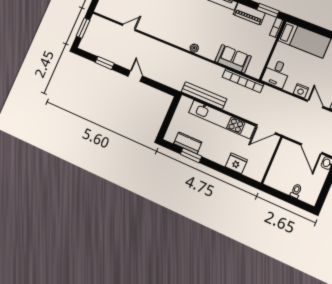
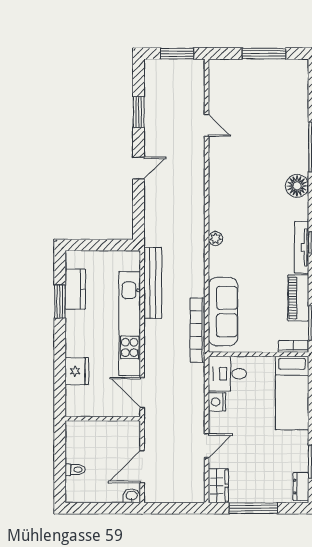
sofa: (233, 59) -> (223, 312), width x1.36
nightstand: (301, 91) -> (217, 402), moved

